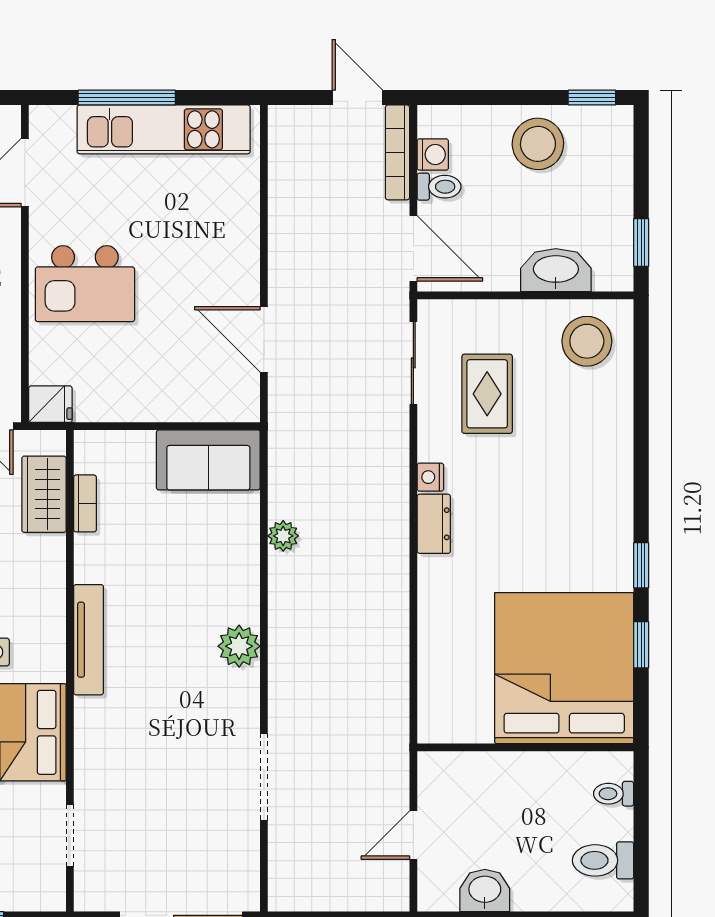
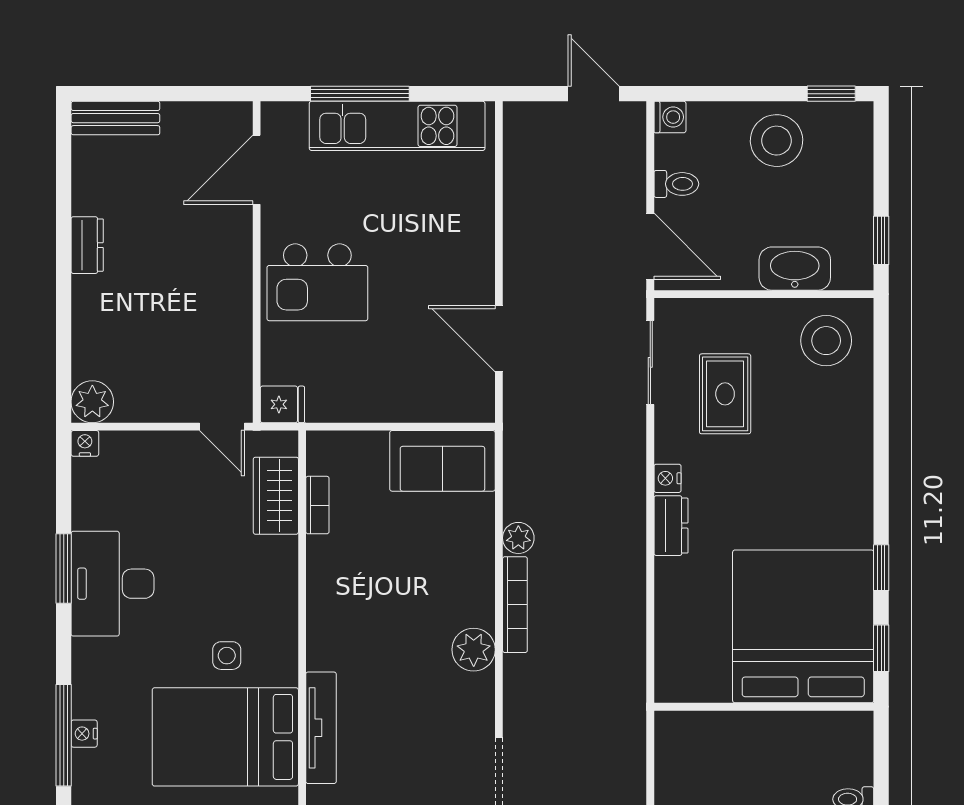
bookcase: (397, 152) -> (515, 605), moved, turned 180
washing machine: (433, 155) -> (670, 117), moved
tv unit: (88, 640) -> (321, 728), moved
bed: (564, 668) -> (803, 626), moved
wall: (525, 747) -> (764, 707), moved

